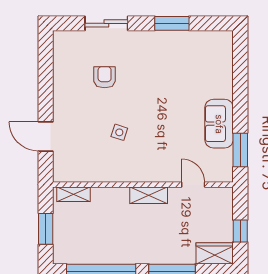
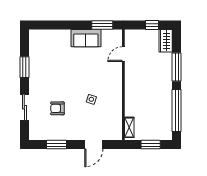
window: (46, 76) -> (57, 145), added
shelving: (149, 195) -> (130, 81), removed

